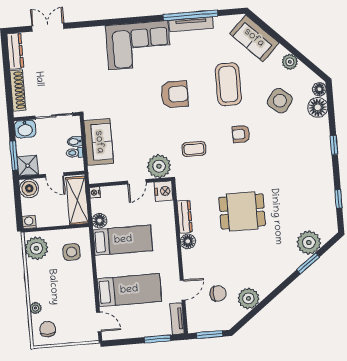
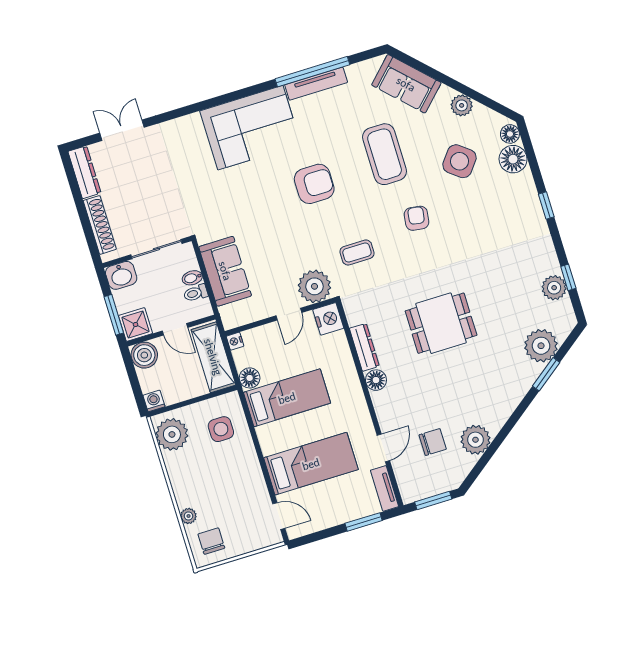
armchair: (241, 134) -> (417, 218), turned 98
plant: (327, 204) -> (554, 288), added

